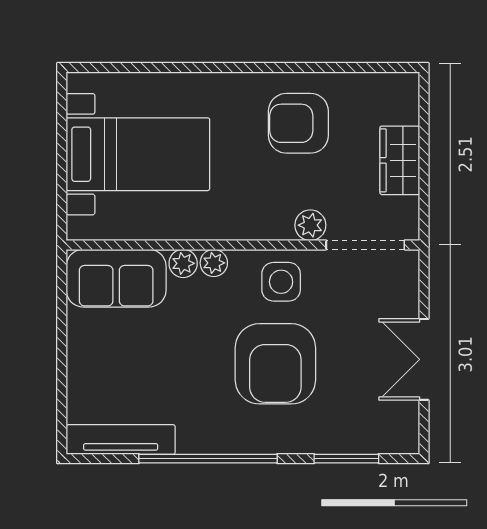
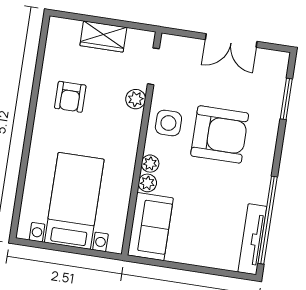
armchair: (298, 123) -> (70, 97), width x0.72, depth x0.72
doorway: (365, 245) -> (153, 66), width x0.73
window: (208, 459) -> (268, 220), moved

